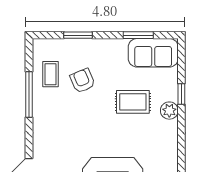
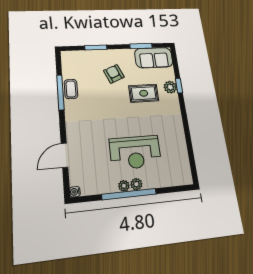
coffee table: (50, 74) -> (71, 89), moved
armchair: (82, 81) -> (114, 74), moved
plant: (169, 111) -> (170, 87), moved

